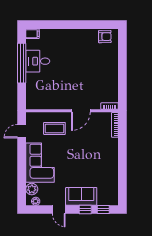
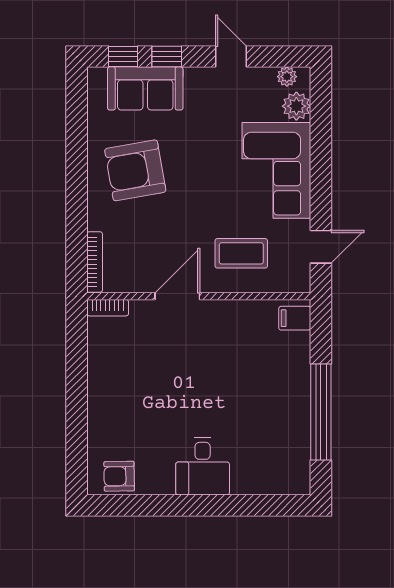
filing cabinet: (32, 34) -> (295, 318), moved
desk: (38, 61) -> (203, 466), moved, turned 90
armchair: (98, 163) -> (135, 170), added
sofa: (81, 196) -> (145, 88), moved

